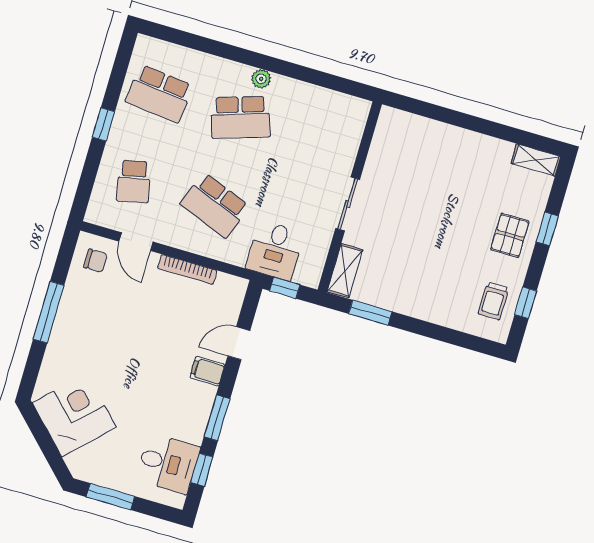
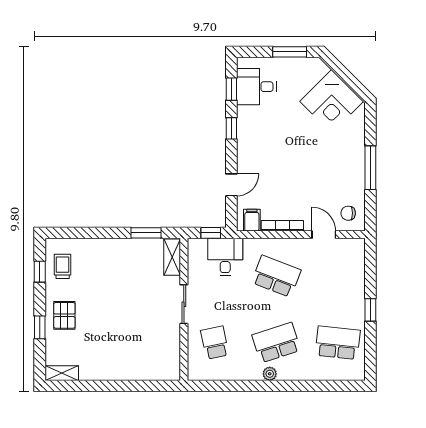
school desk: (134, 181) -> (215, 343), moved
filing cabinet: (207, 371) -> (252, 220), moved, turned -90
window: (217, 418) -> (231, 128), width x0.67

